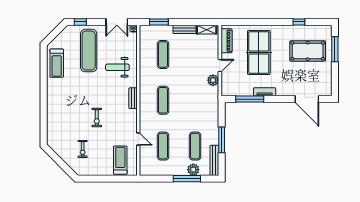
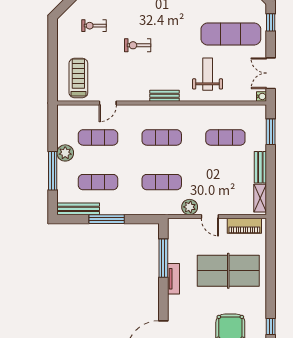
exercise mat: (195, 100) -> (162, 182), added
treadmill: (120, 160) -> (78, 78), turned -90
plant: (193, 170) -> (65, 153), moved

